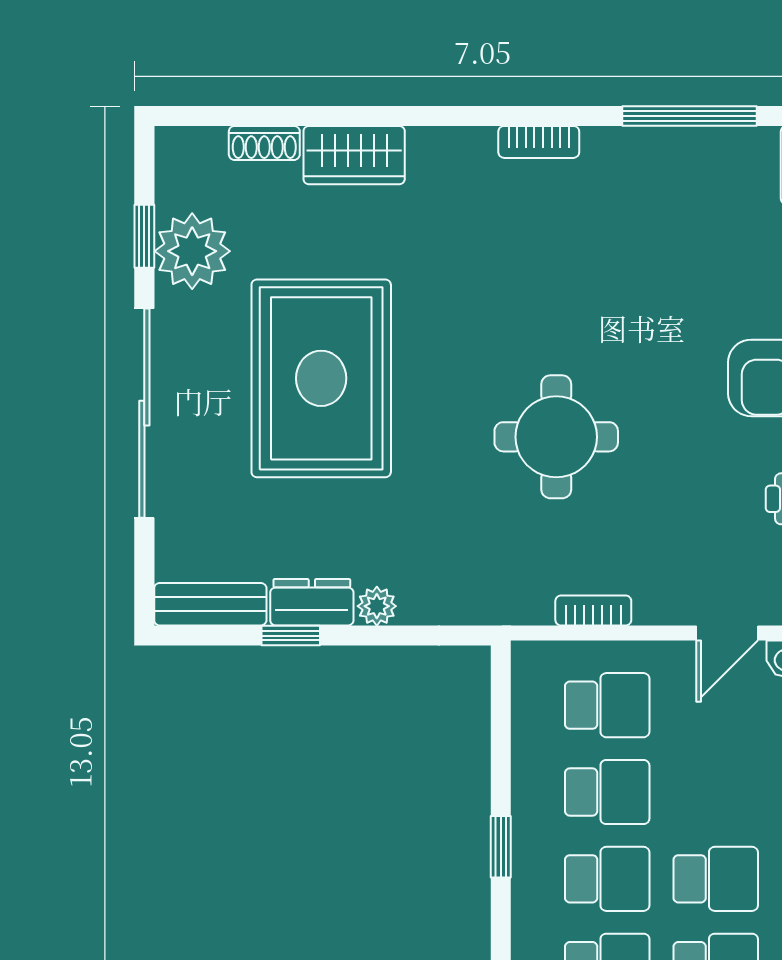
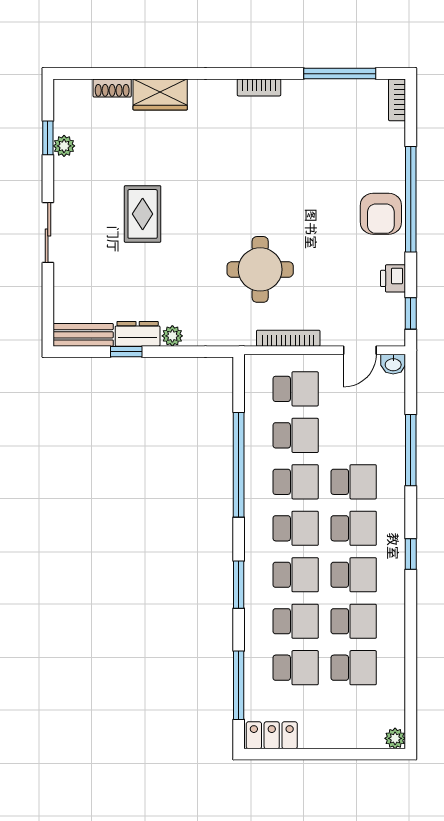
plant: (192, 251) -> (64, 146), width x0.53, depth x0.53
rug: (321, 378) -> (143, 214), width x0.54, depth x0.49
sliding door: (144, 413) -> (48, 233), width x0.54
round table: (556, 437) -> (260, 269), moved
bookcase: (593, 610) -> (288, 338), width x1.56
window: (501, 847) -> (239, 465), width x3.17

